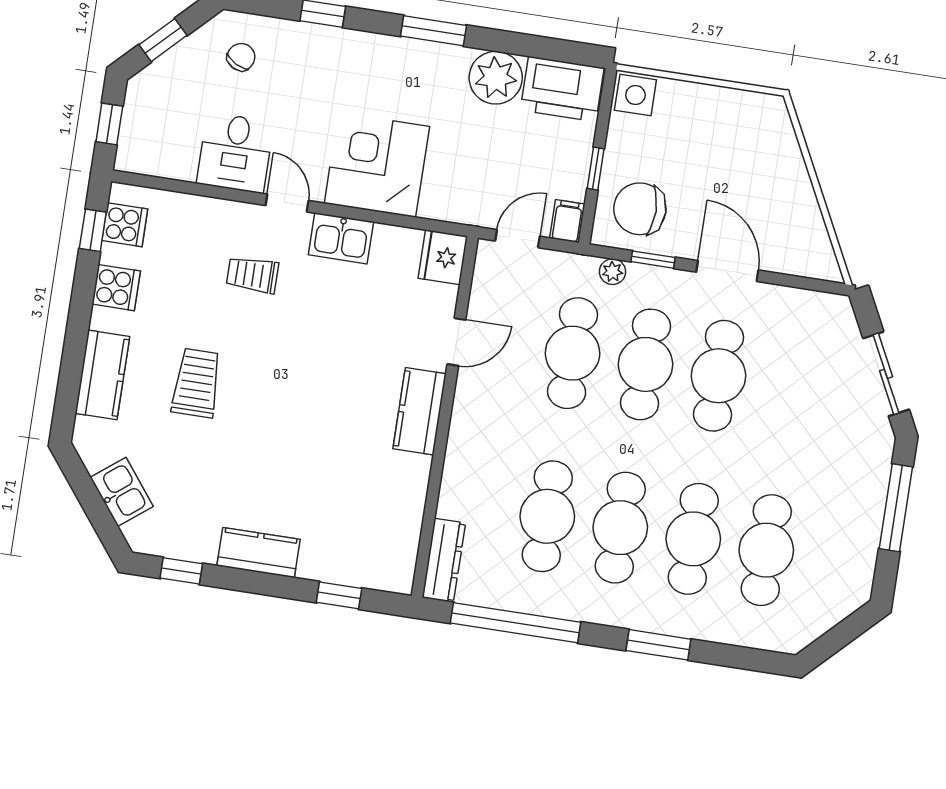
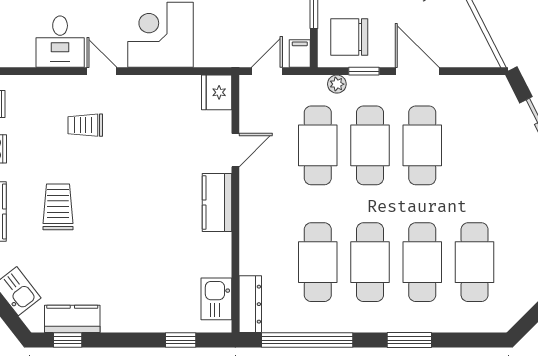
kitchen sink: (341, 238) -> (216, 299), moved, turned 90
kitchen counter: (258, 553) -> (72, 319), moved

